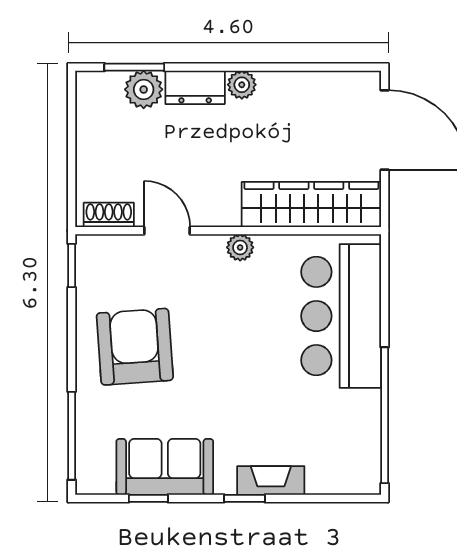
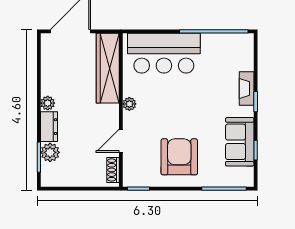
armchair: (135, 347) -> (179, 157), turned 94

